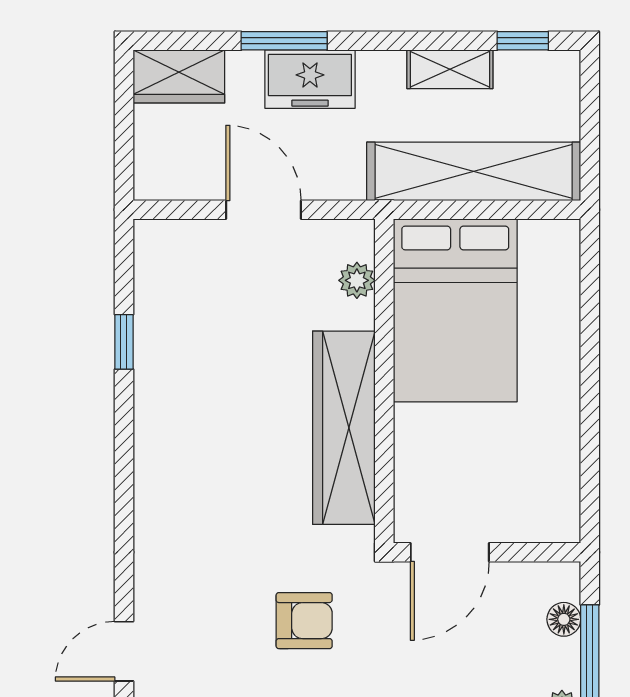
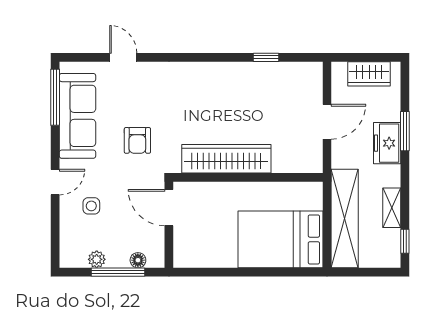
wardrobe: (179, 76) -> (369, 74), moved, turned -90
plant: (357, 280) -> (294, 165), removed
bed: (455, 310) -> (280, 239), moved

